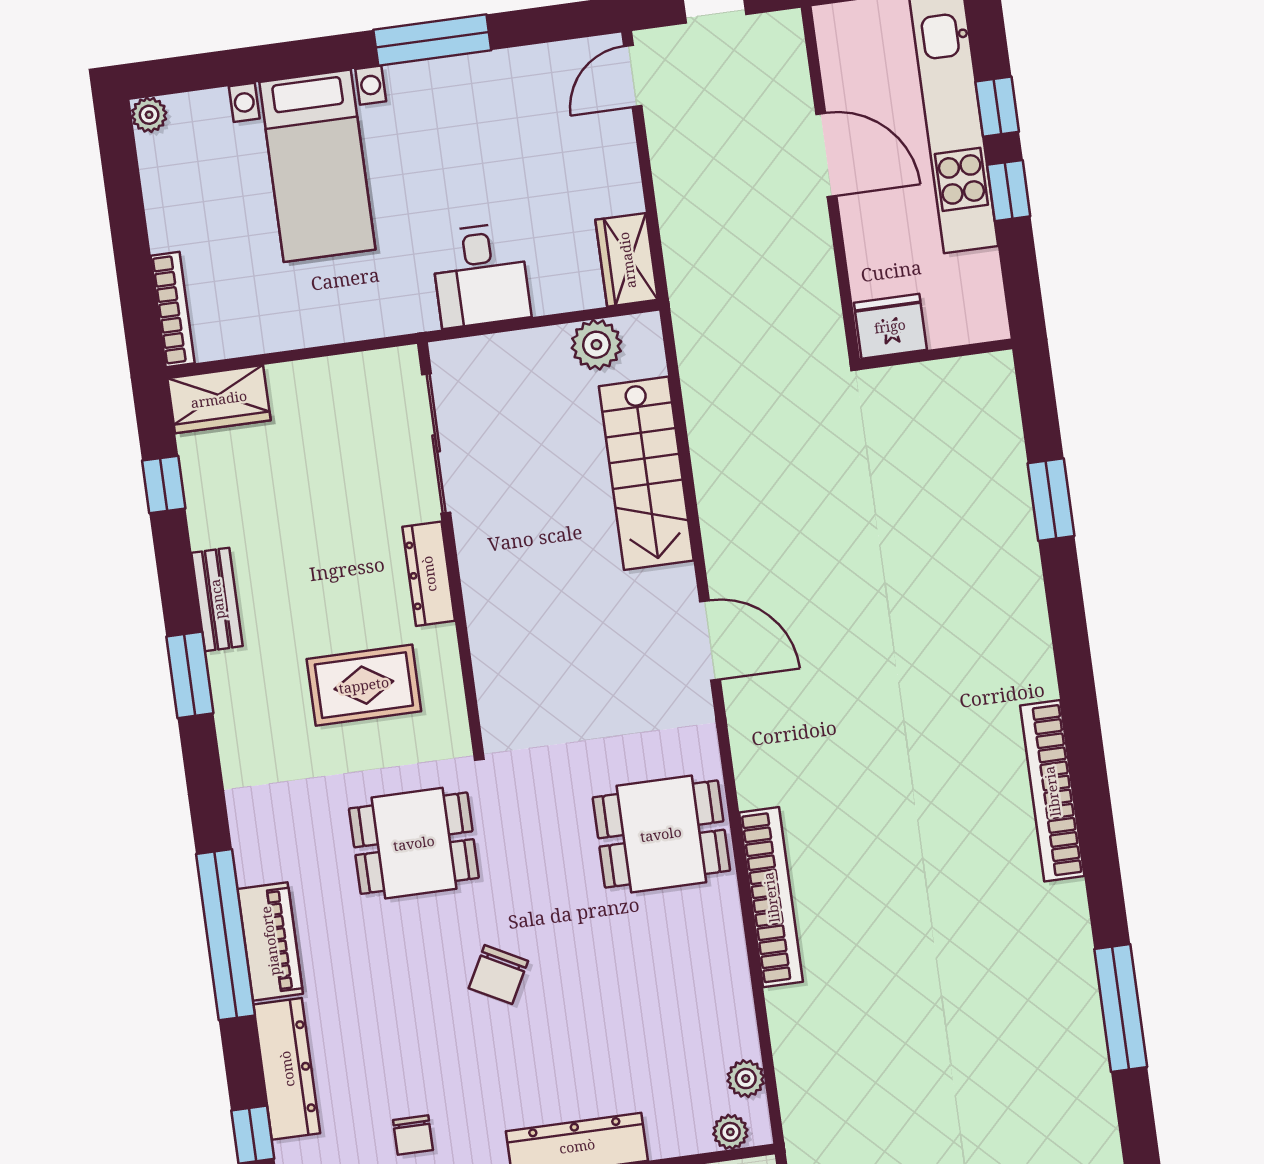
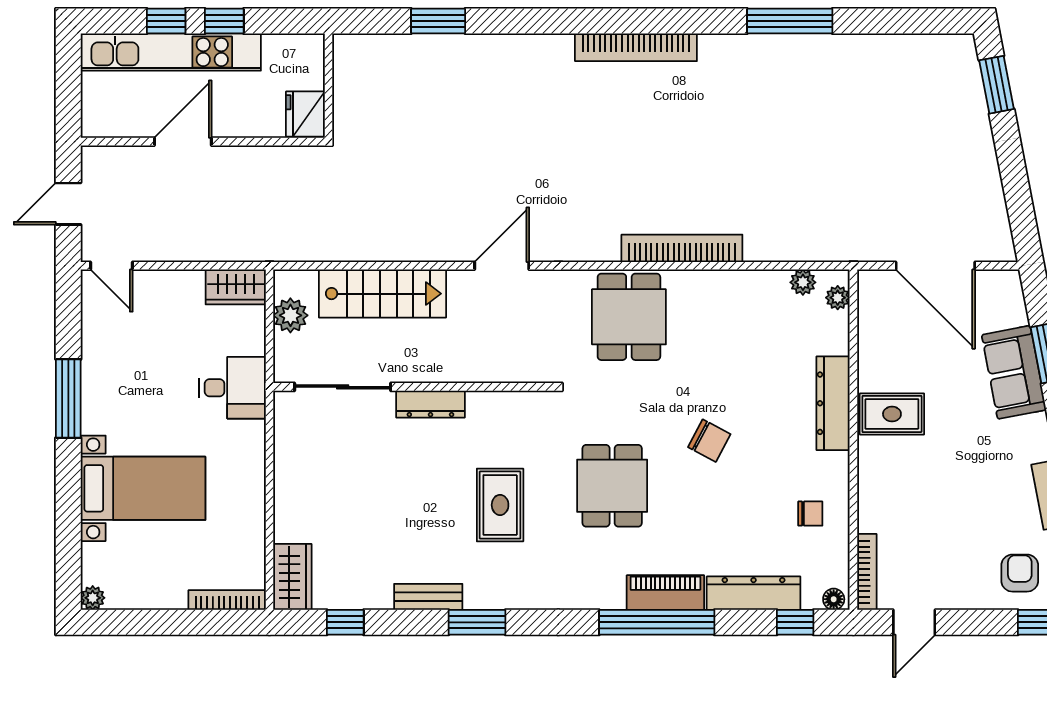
sliding door: (436, 443) -> (343, 387), moved
wall: (450, 546) -> (414, 387), moved
dresser: (429, 574) -> (430, 404), moved

